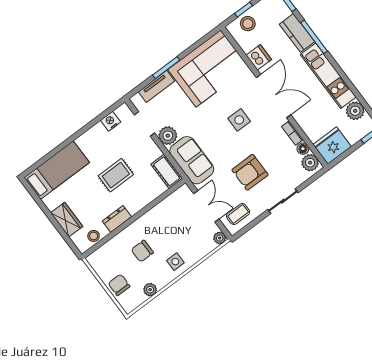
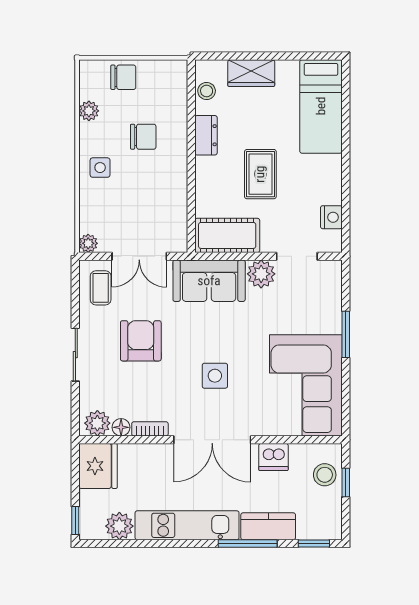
tv unit: (157, 86) -> (332, 305), removed
cot: (167, 171) -> (227, 235), width x1.37, depth x1.34
chair: (142, 251) -> (143, 137), turned 90

